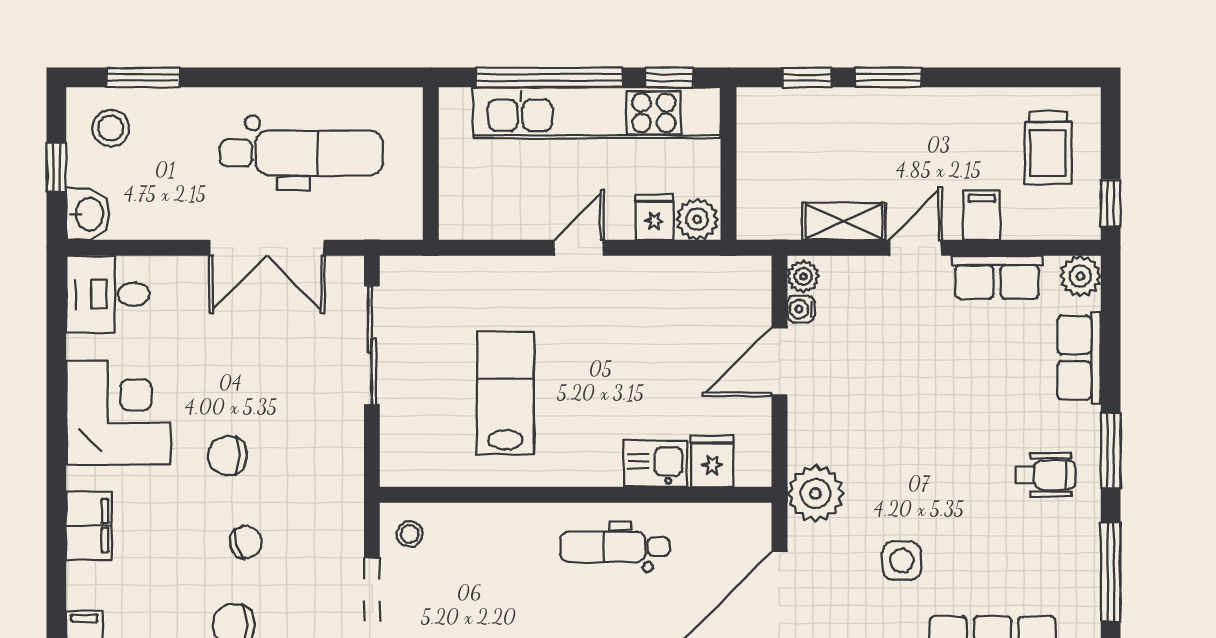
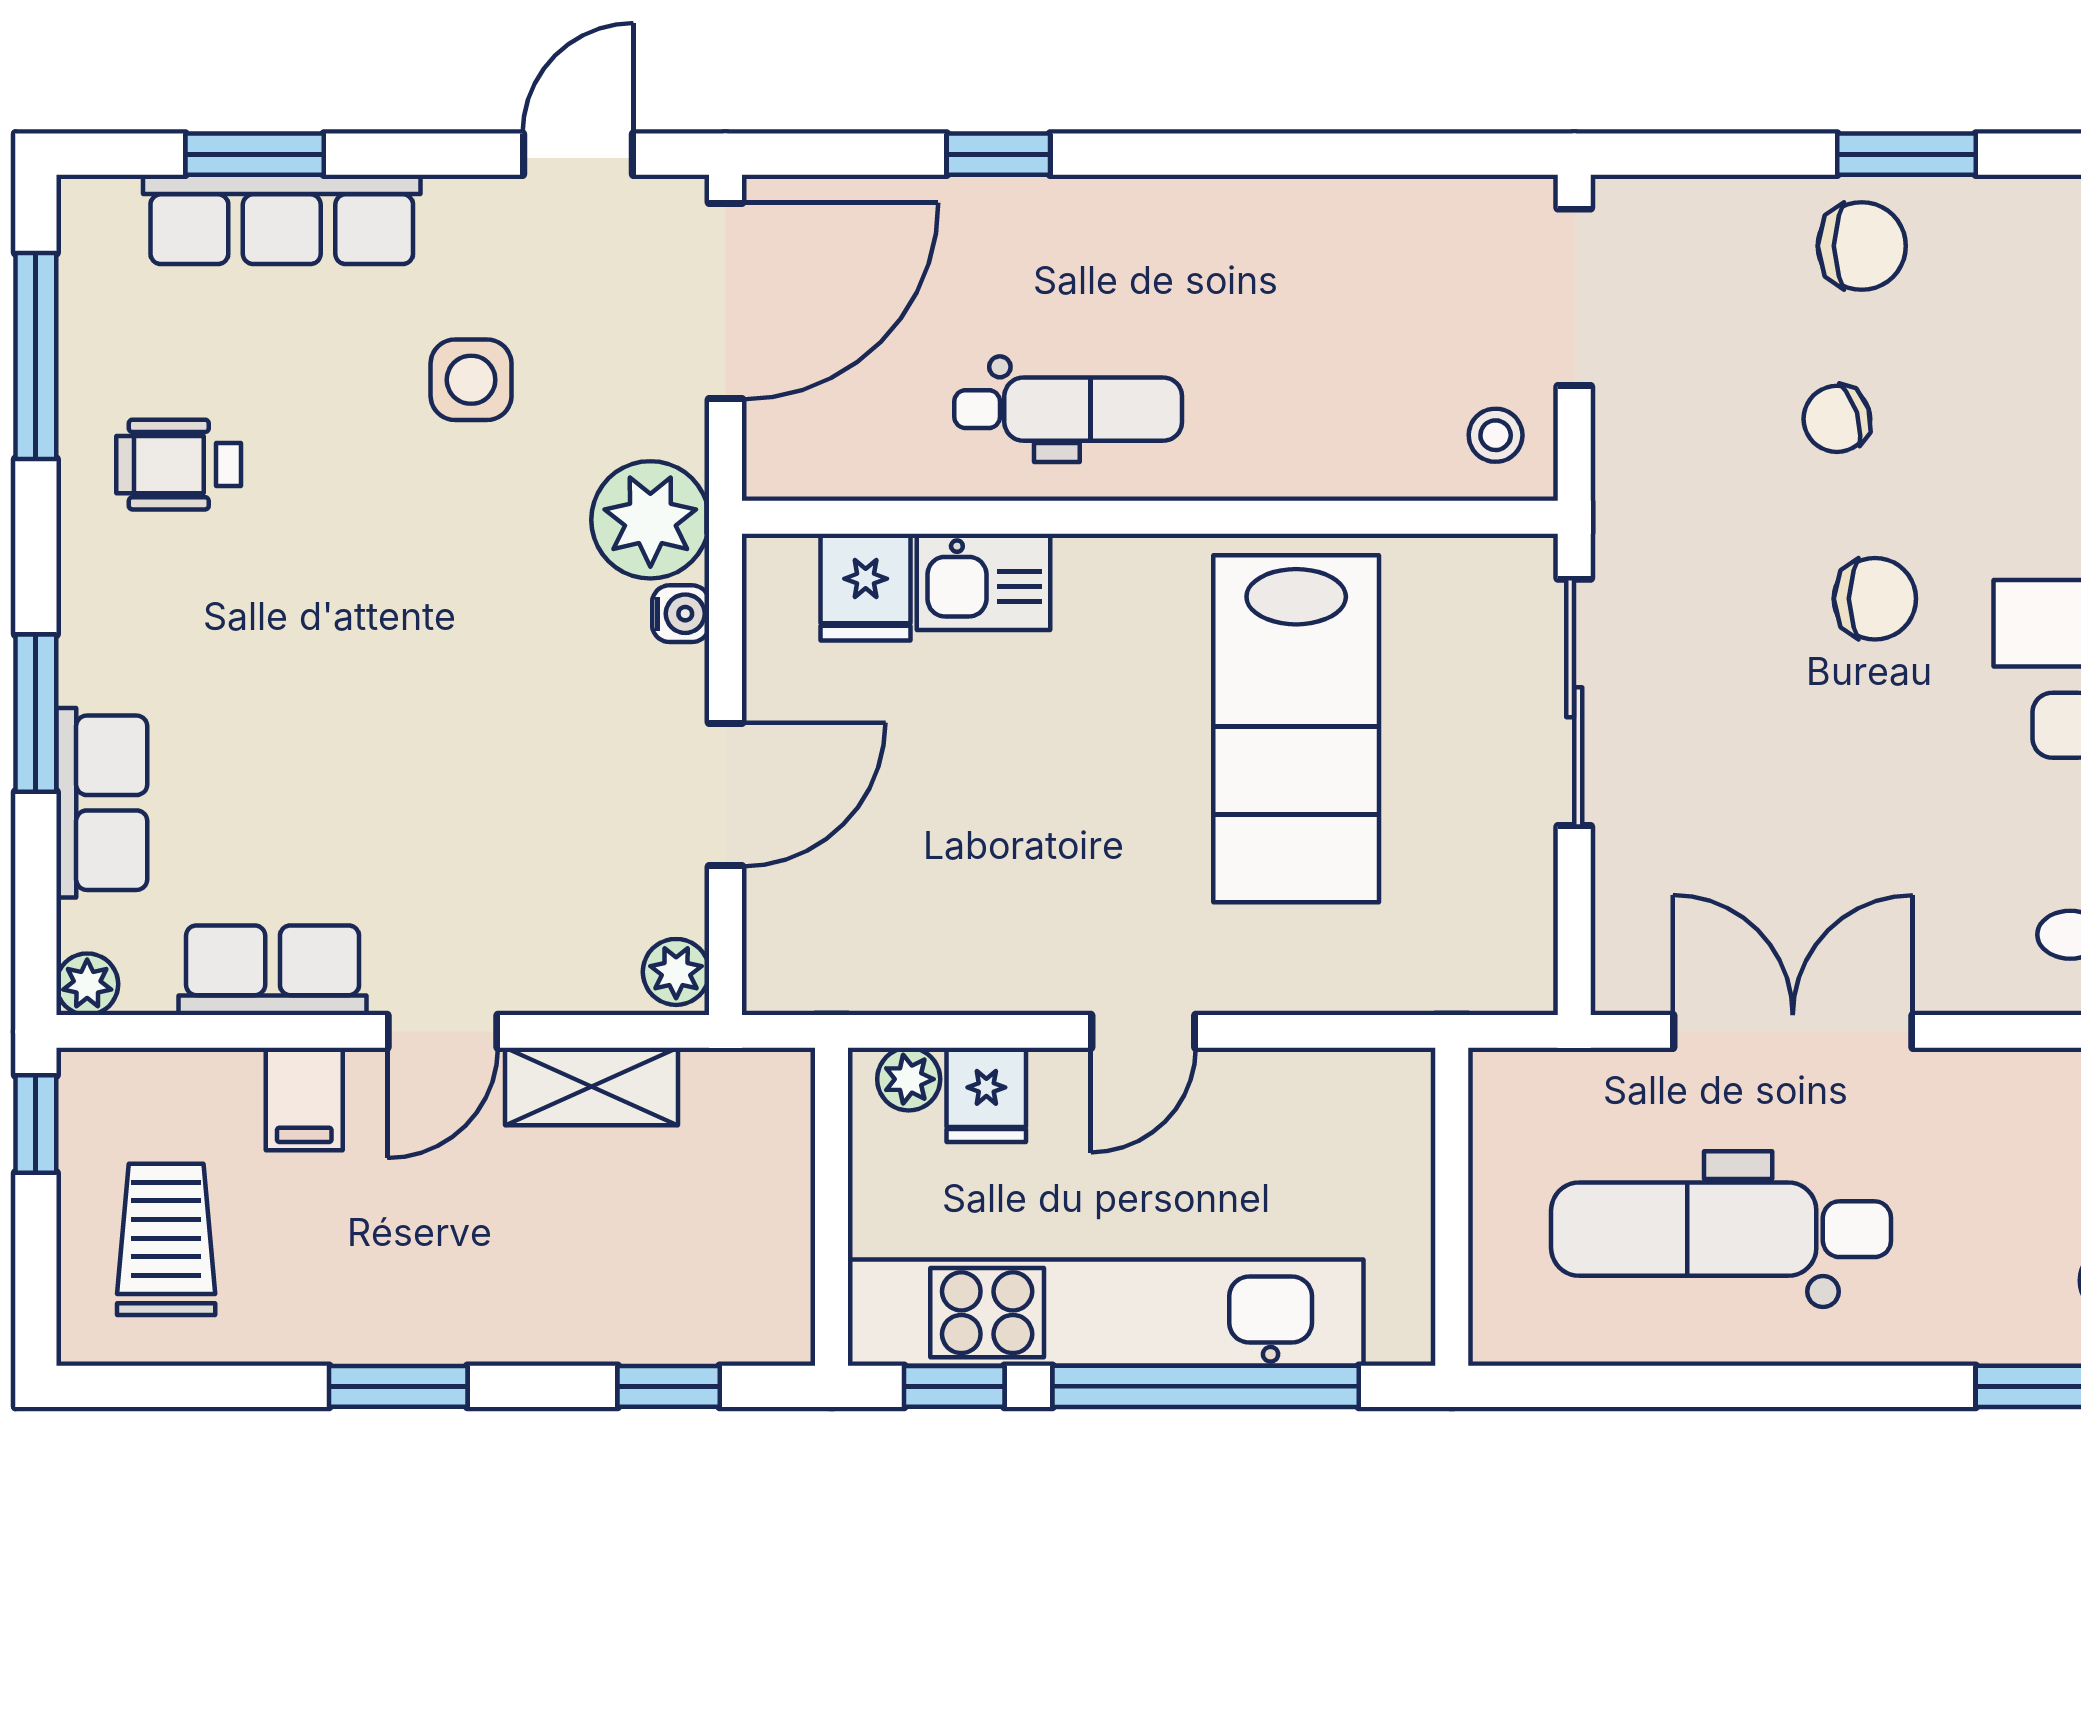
window: (888, 77) -> (398, 1386), moved
plant: (697, 219) -> (909, 1079), width x0.73, depth x0.73
plant: (1080, 276) -> (87, 984), width x0.73, depth x0.73
water cooler: (801, 309) -> (681, 614), moved
sliding door: (372, 345) -> (1574, 702), moved
lab bench: (505, 393) -> (1296, 729), width x1.36, depth x1.39
window: (1111, 450) -> (36, 713), moved
wheelchair: (1046, 475) -> (179, 465), moved

